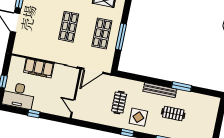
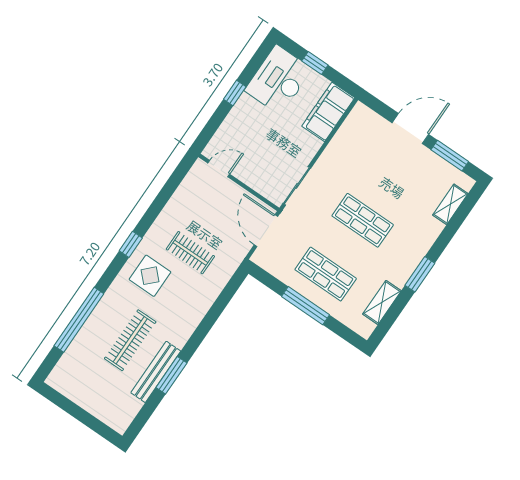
filing cabinet: (39, 68) -> (328, 112), moved
bench: (160, 90) -> (156, 372), moved
clothes rail: (173, 114) -> (130, 340), width x1.36

